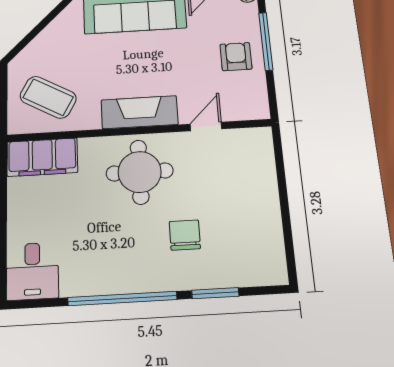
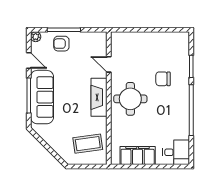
armchair: (236, 57) -> (61, 44), moved
coffee table: (48, 97) -> (88, 144), turned 53
filing cabinet: (42, 157) -> (138, 156), moved, turned -90

